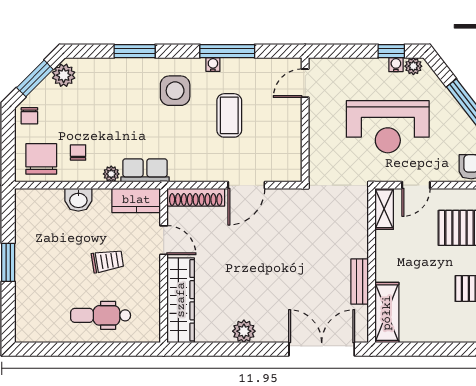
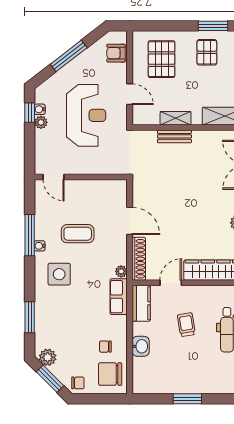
window: (135, 51) -> (30, 317), moved
plant: (413, 66) -> (41, 122), moved
plant: (111, 174) -> (121, 271), moved
shelving: (384, 209) -> (176, 118), moved
bench: (360, 282) -> (174, 136), moved

